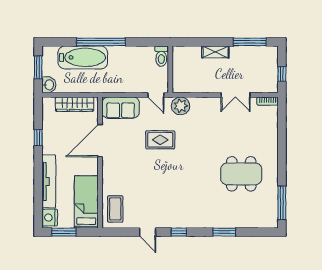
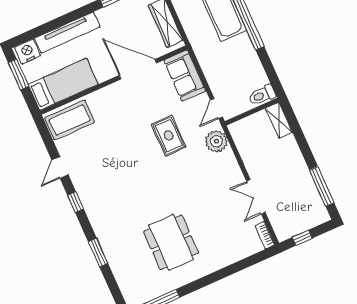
shelving: (215, 52) -> (279, 120), moved
coffee table: (115, 209) -> (70, 120), width x1.36, depth x1.32

